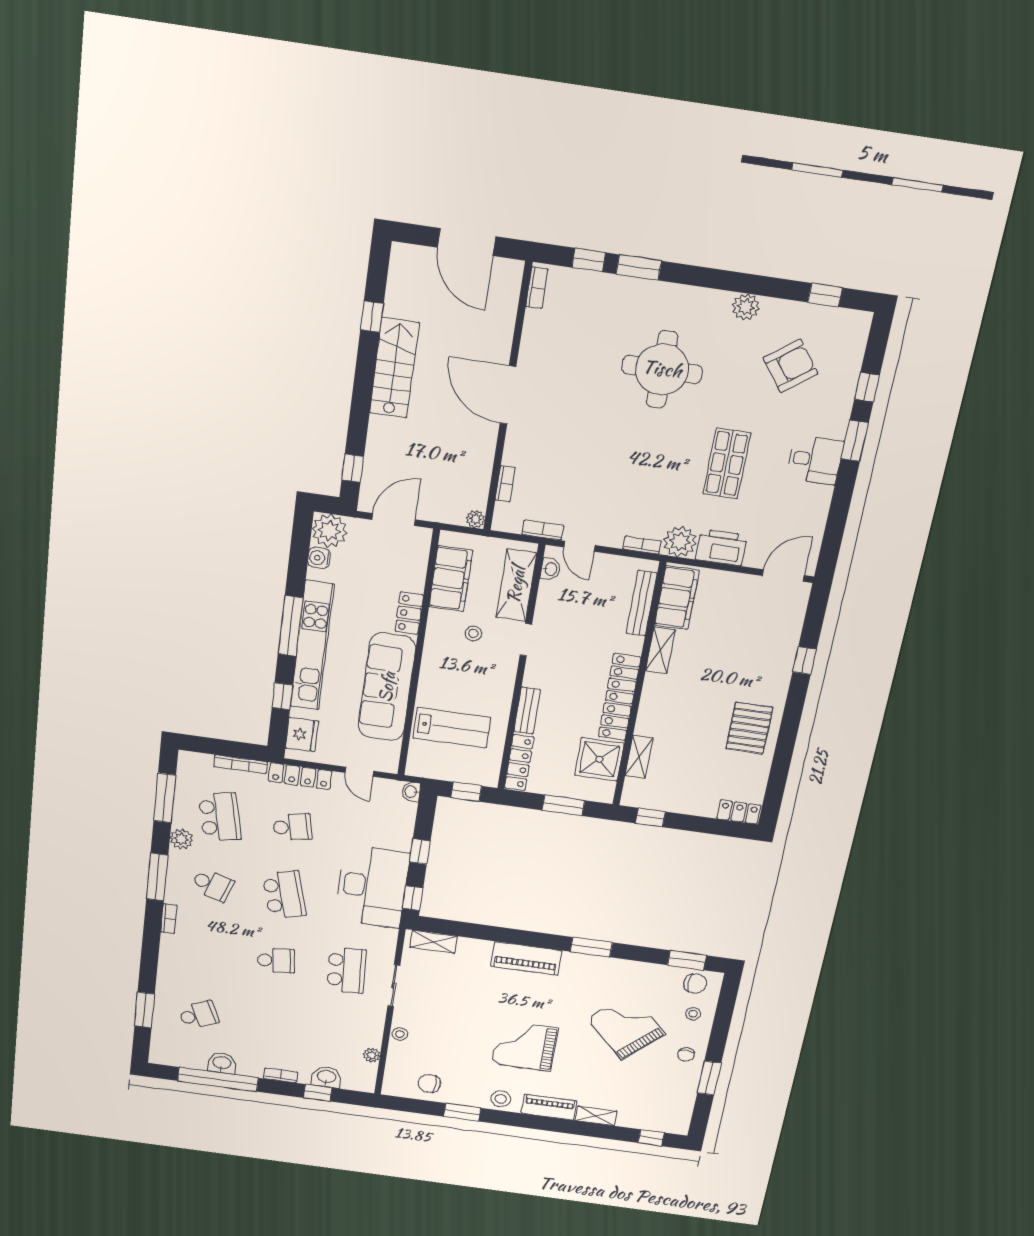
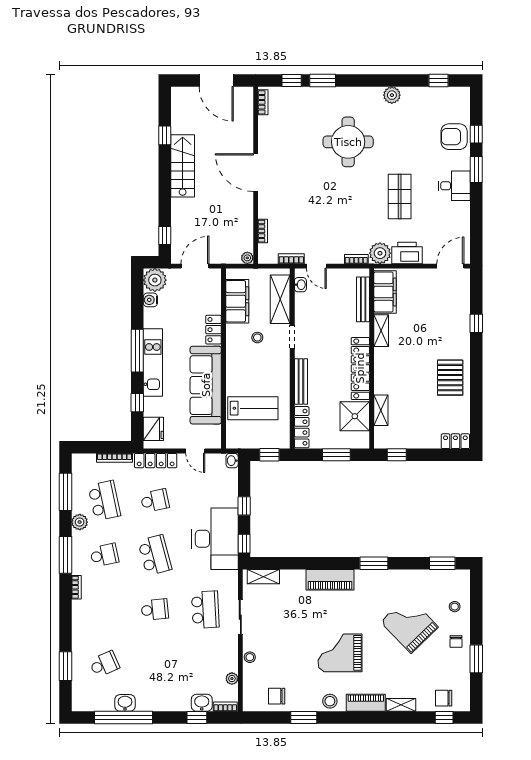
armchair: (791, 366) -> (454, 137), moved, turned -143
kitchen unit: (312, 646) -> (153, 363), width x0.73
bench: (527, 710) -> (301, 382), width x1.36
school desk: (212, 885) -> (104, 555), turned -30
chair: (695, 984) -> (444, 698), moved, turned 180
bookcase: (280, 1075) -> (225, 707), moved

